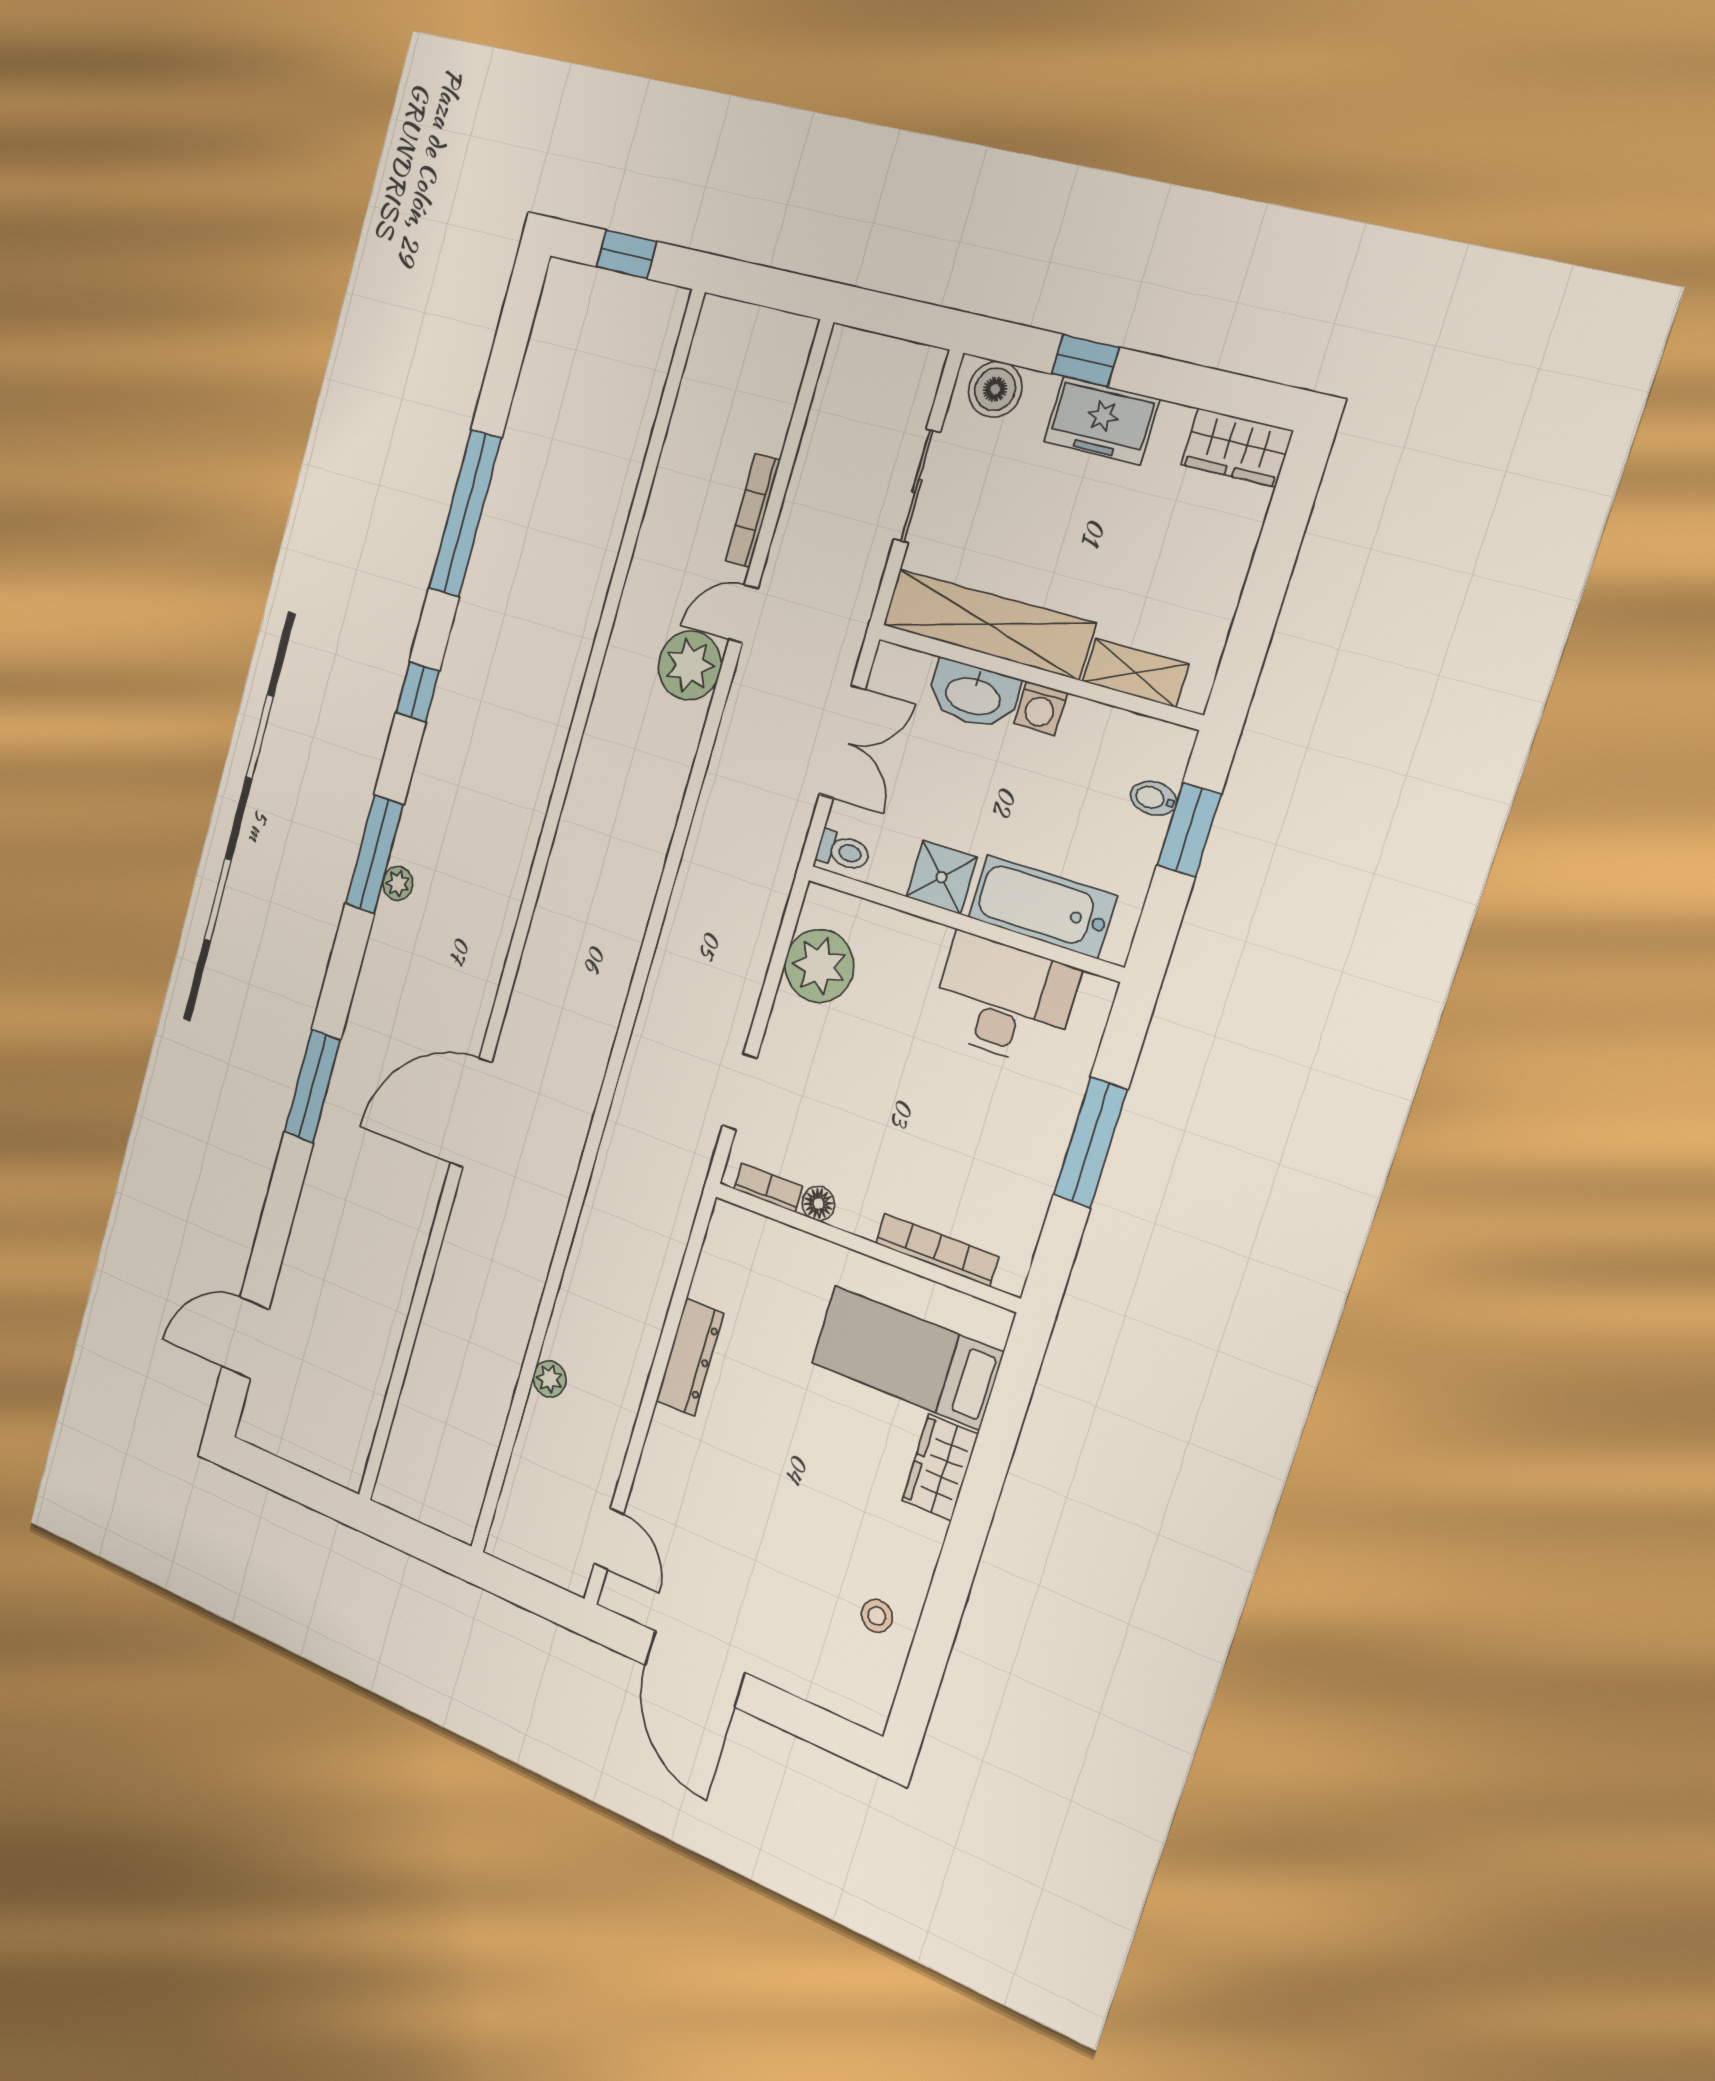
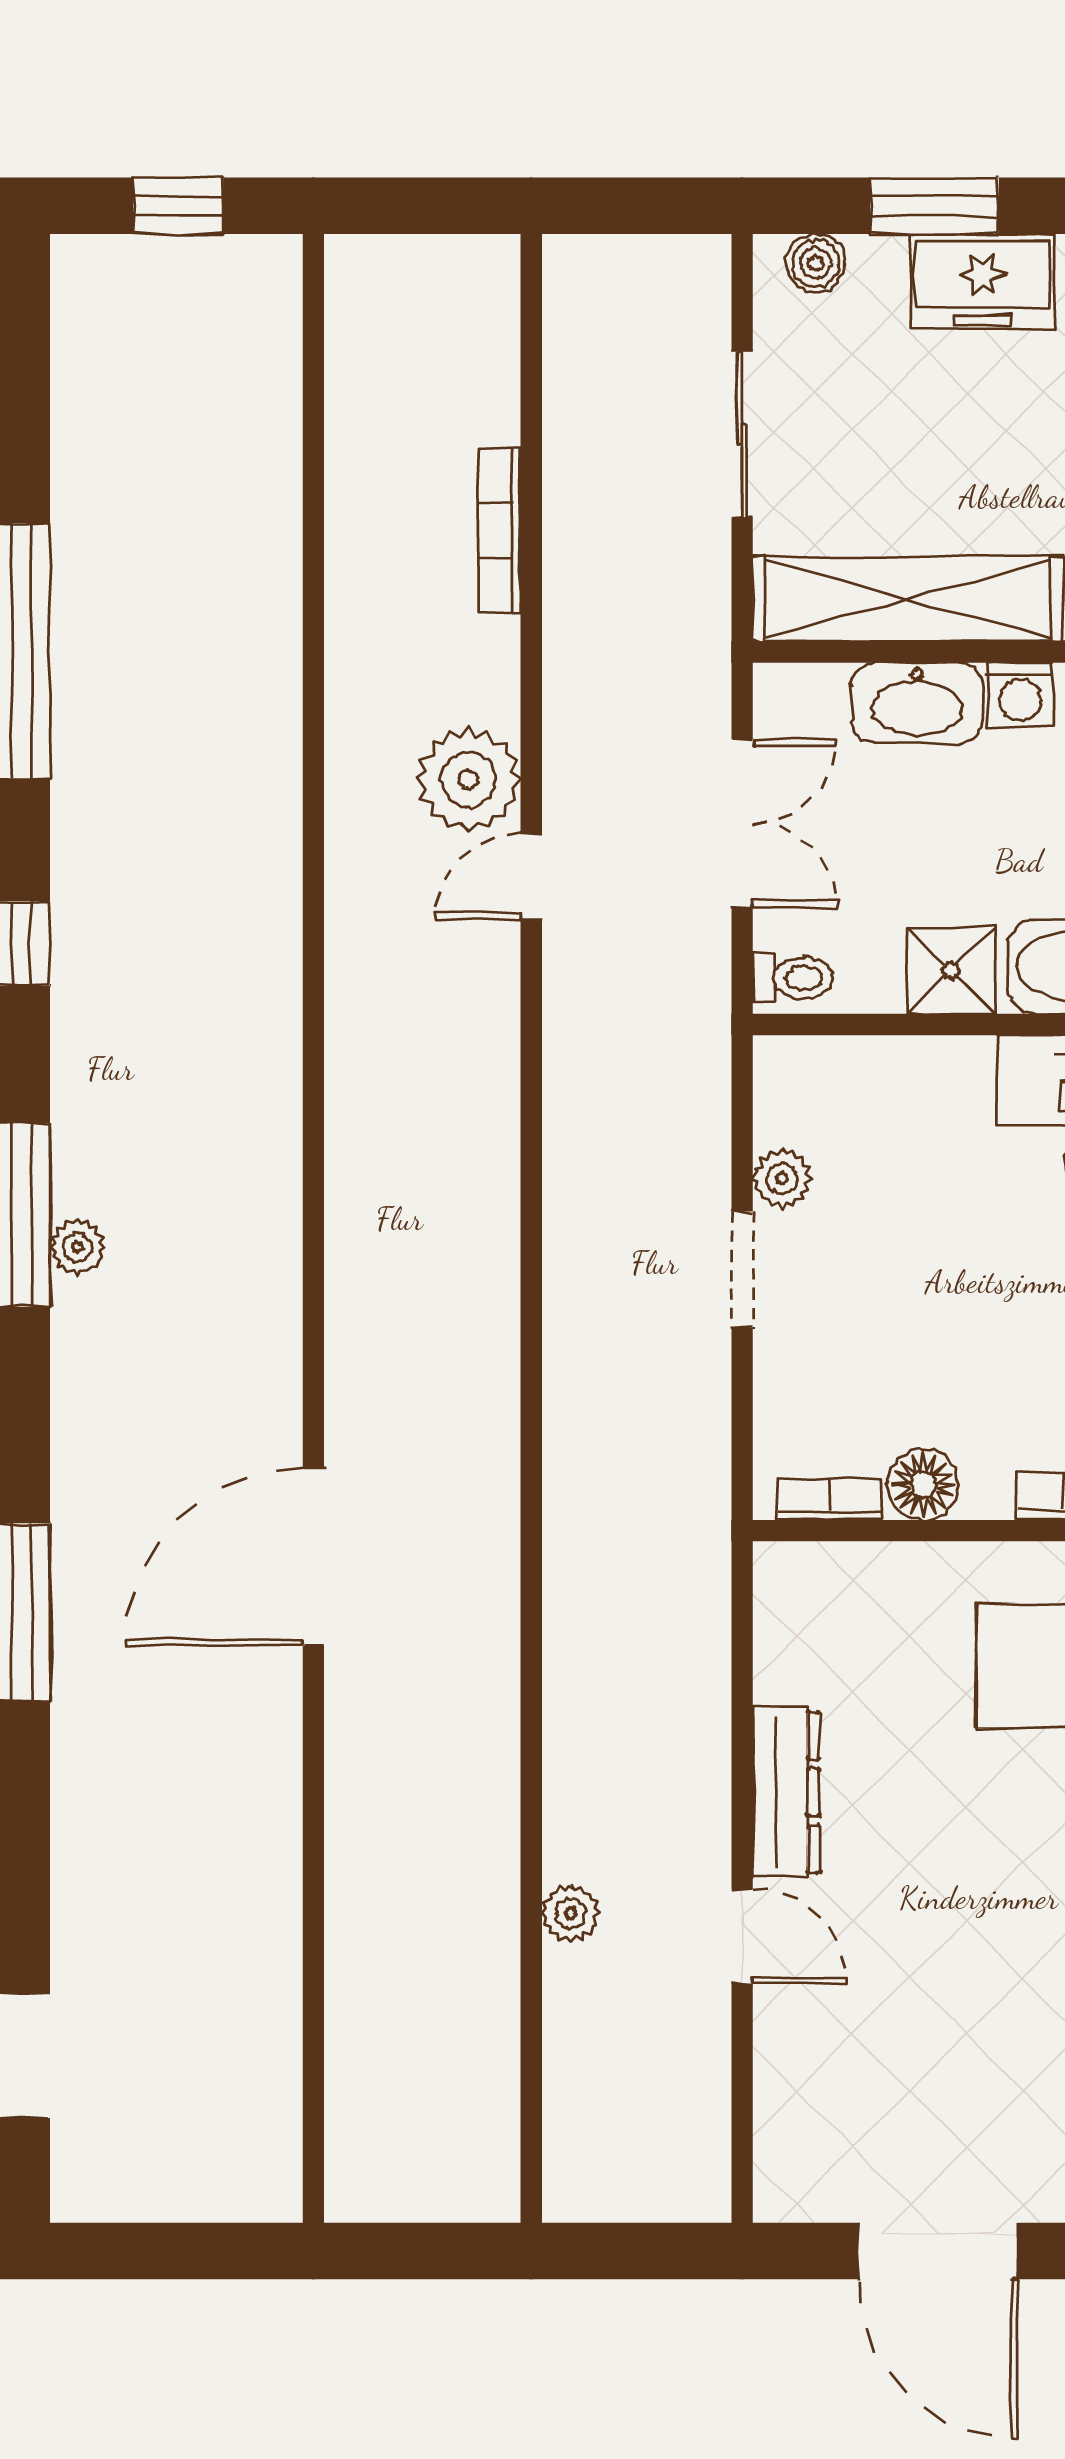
window: (1085, 361) -> (934, 206), width x1.50
boiler: (995, 389) -> (816, 263), width x0.73, depth x0.73
door: (743, 614) -> (531, 877), moved
plant: (819, 966) -> (782, 1178), width x0.53, depth x0.53
doorway: (740, 1092) -> (742, 1269), moved
floor lamp: (818, 1203) -> (923, 1485), width x1.37, depth x1.37
door: (609, 1539) -> (742, 1936), moved

